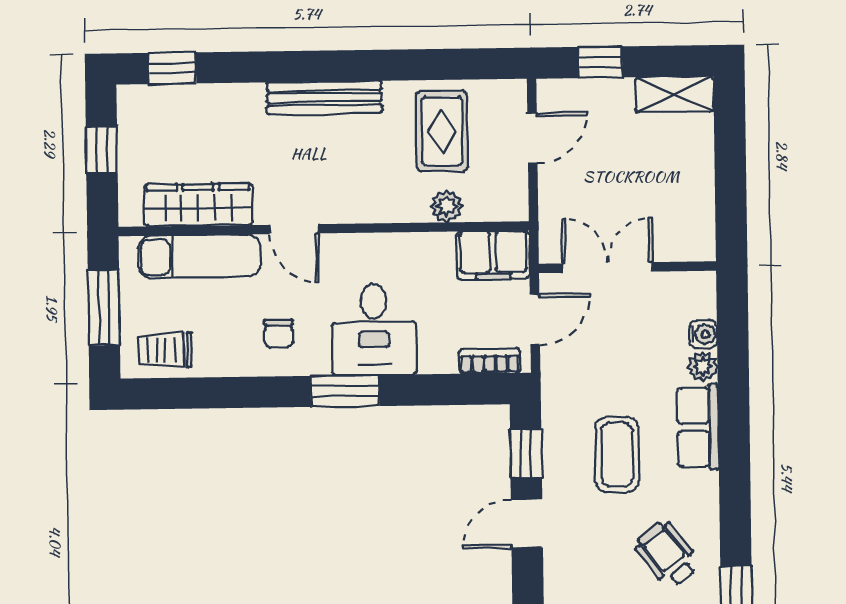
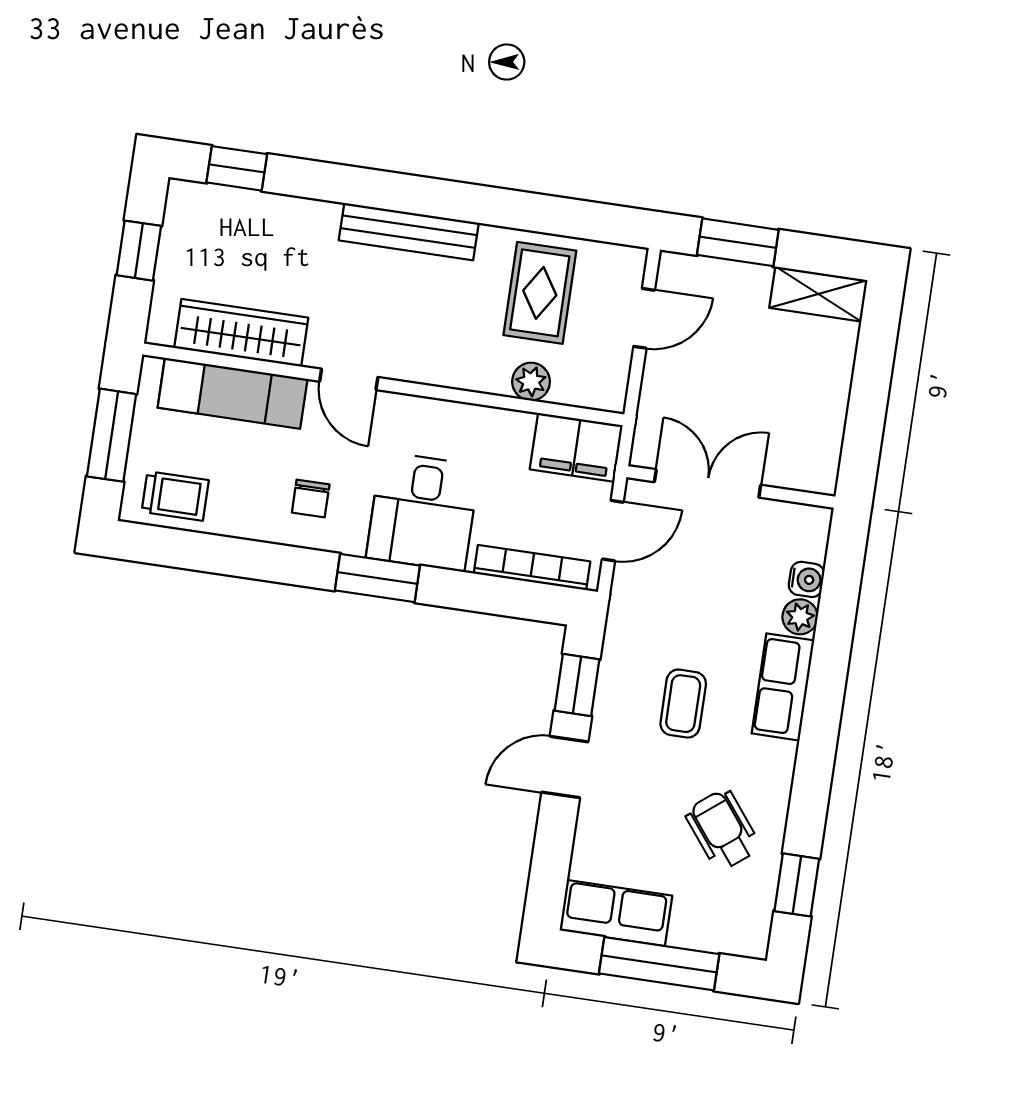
window: (600, 62) -> (738, 242), width x1.50
trolley: (165, 350) -> (175, 496), turned 180
bookcase: (490, 361) -> (532, 567), width x1.56
coffee table: (617, 454) -> (683, 704), width x0.73, depth x0.77

